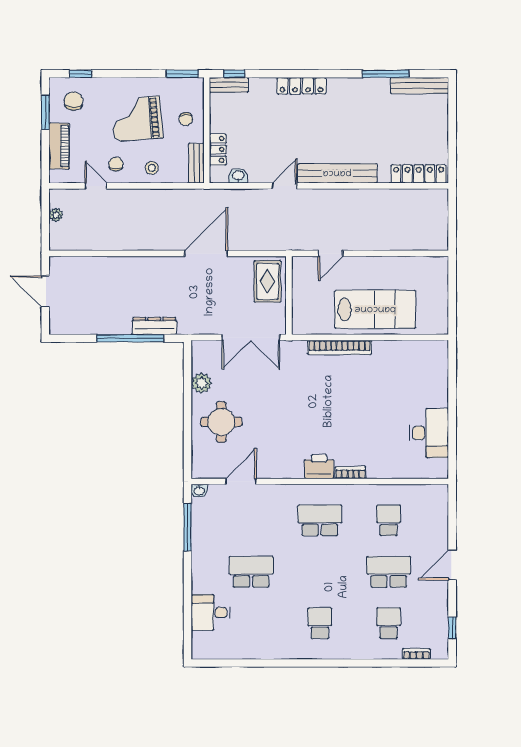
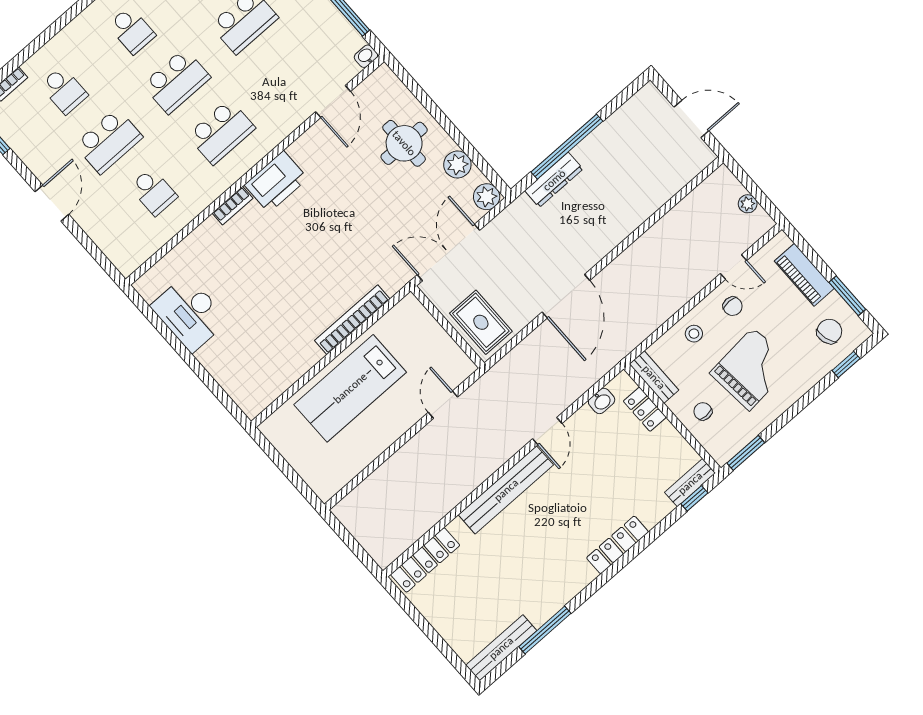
chair: (73, 101) -> (829, 331), turned -106
plant: (201, 350) -> (487, 197), added
printer: (319, 467) -> (276, 182), width x1.37, depth x1.19
school desk: (320, 572) -> (176, 81), added

